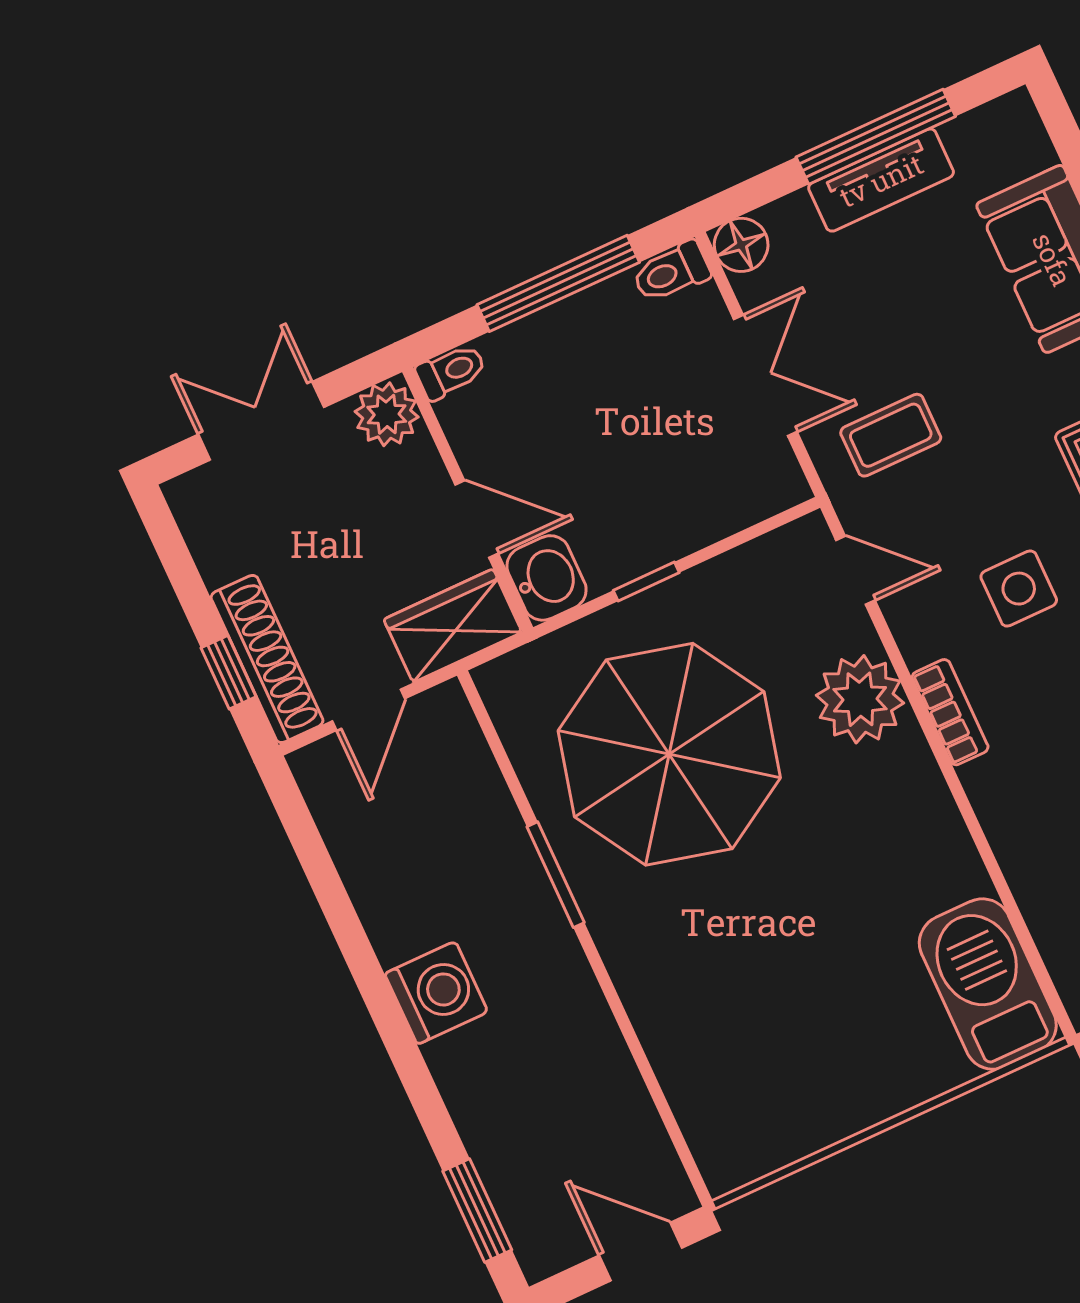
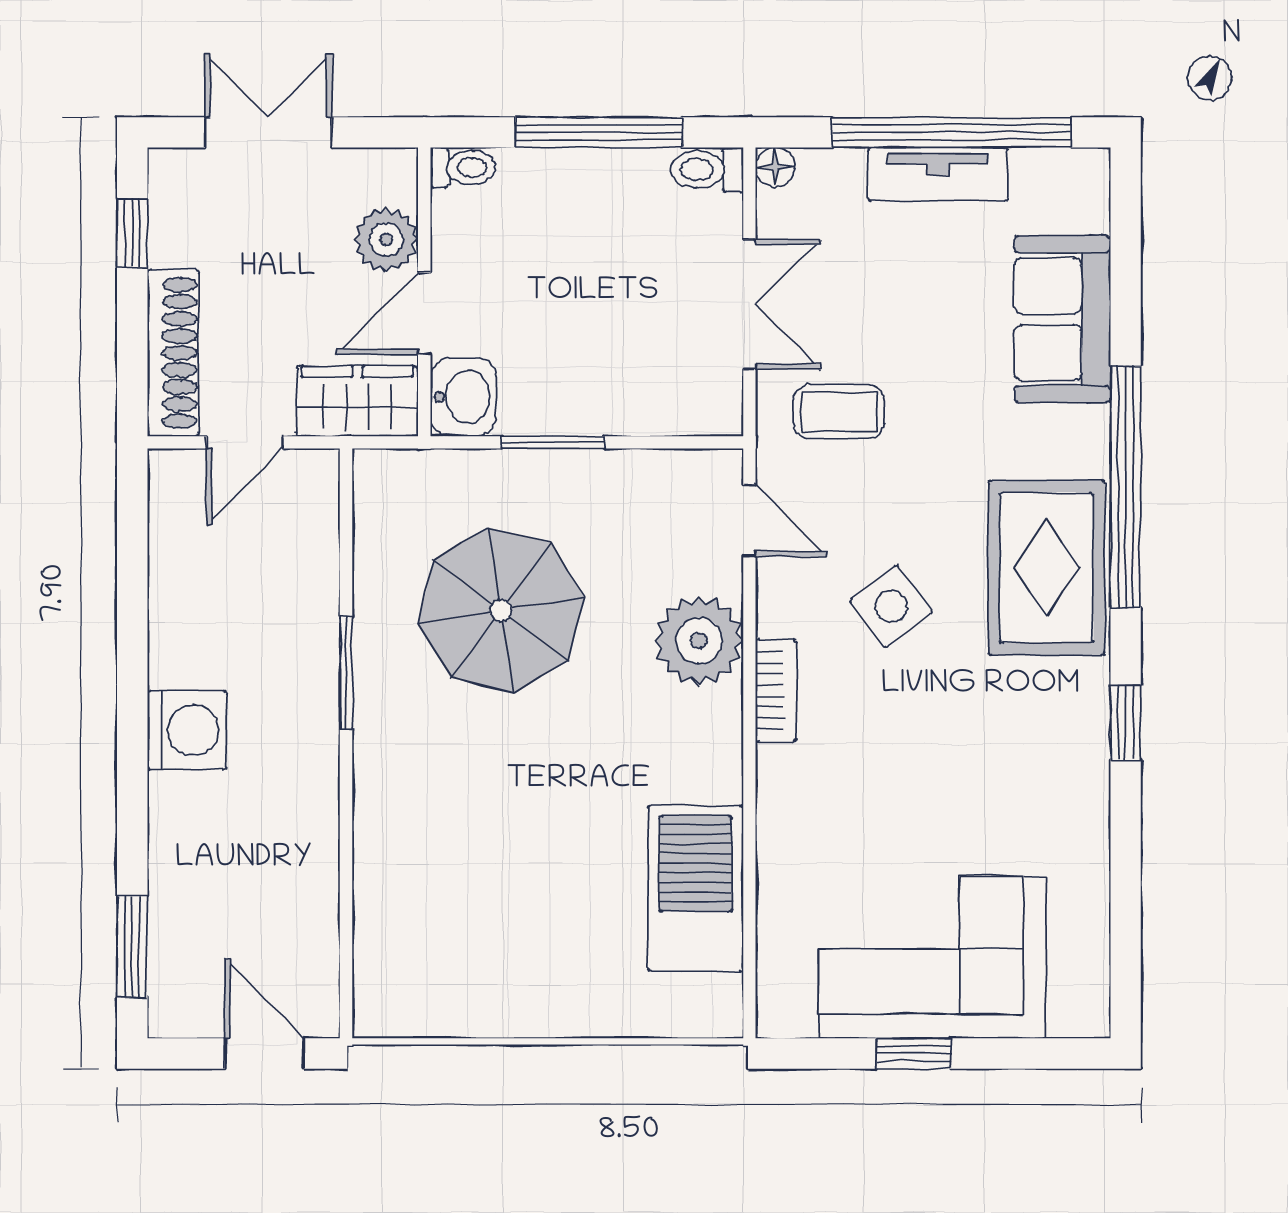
window: (876, 137) -> (951, 132), width x1.46
floor lamp: (741, 245) -> (775, 167), width x0.73, depth x0.73
plant: (387, 414) -> (386, 240), moved
door: (477, 519) -> (424, 314), swing flipped
window: (646, 582) -> (553, 442), width x1.50
side table: (1019, 589) -> (891, 606), turned -37
window: (229, 672) -> (132, 233), moved
parasol: (669, 754) -> (501, 610), width x0.73, depth x0.73
barbecue: (988, 984) -> (695, 888), moved

